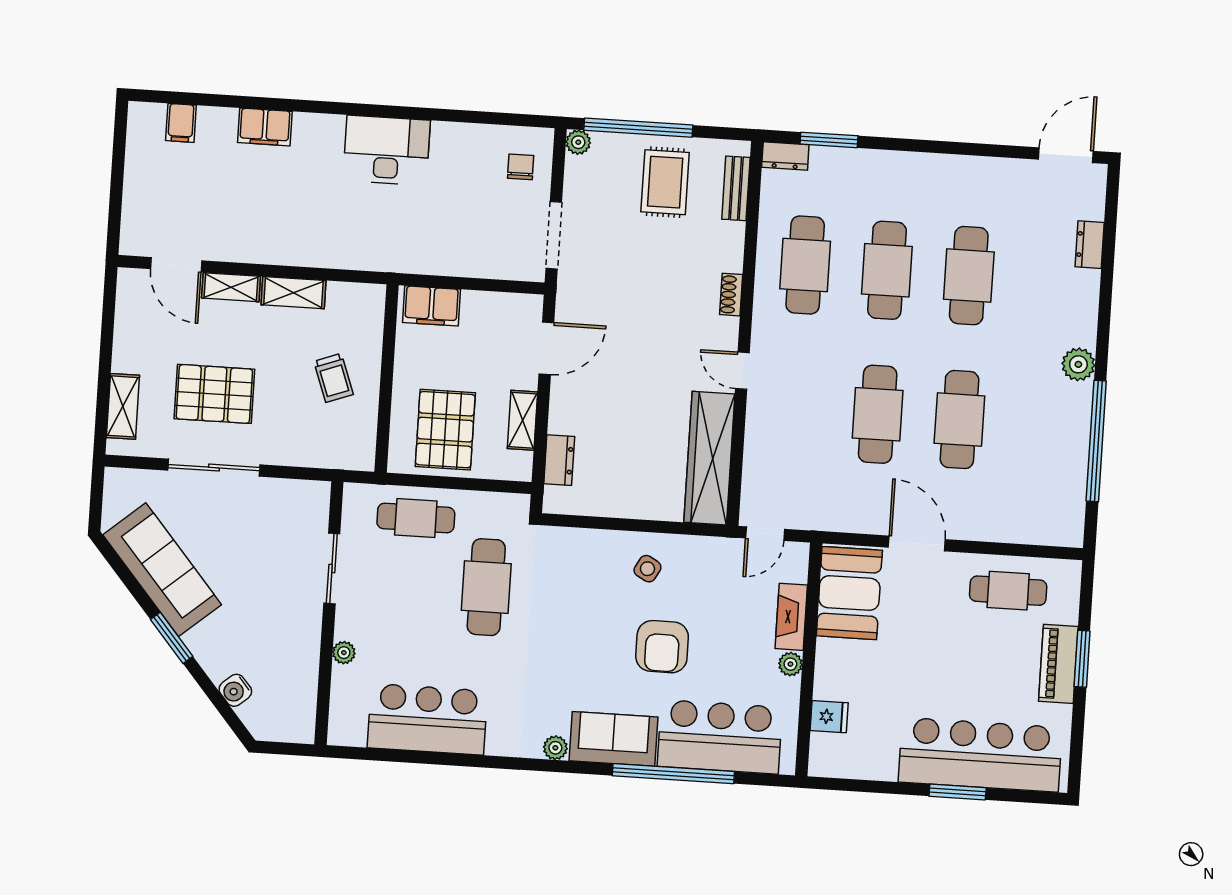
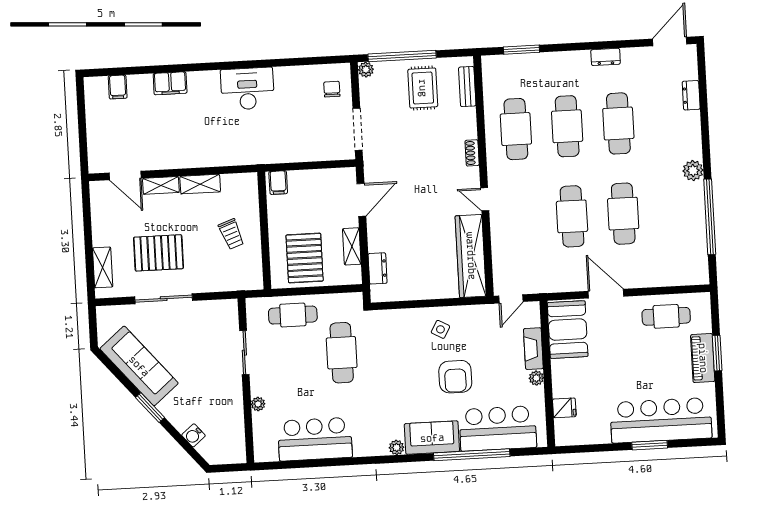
dresser: (785, 156) -> (606, 57), moved
filing cabinet: (432, 306) -> (278, 183), width x0.50

